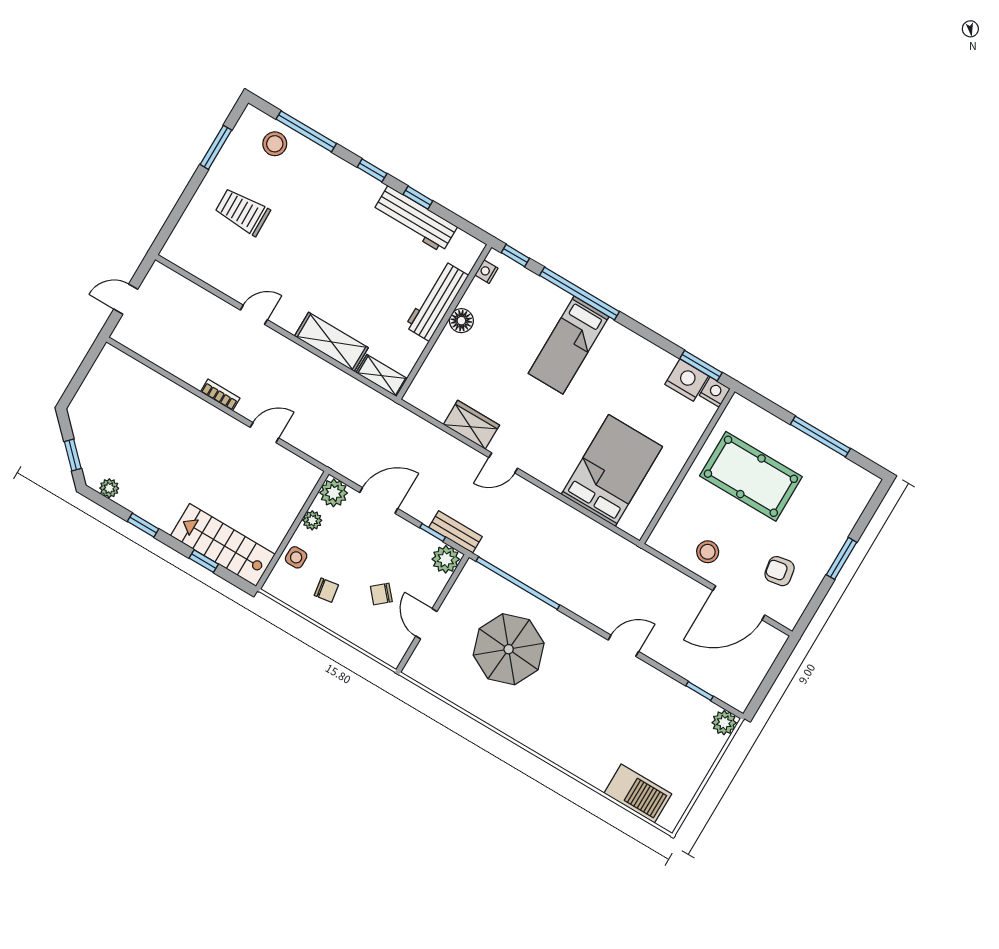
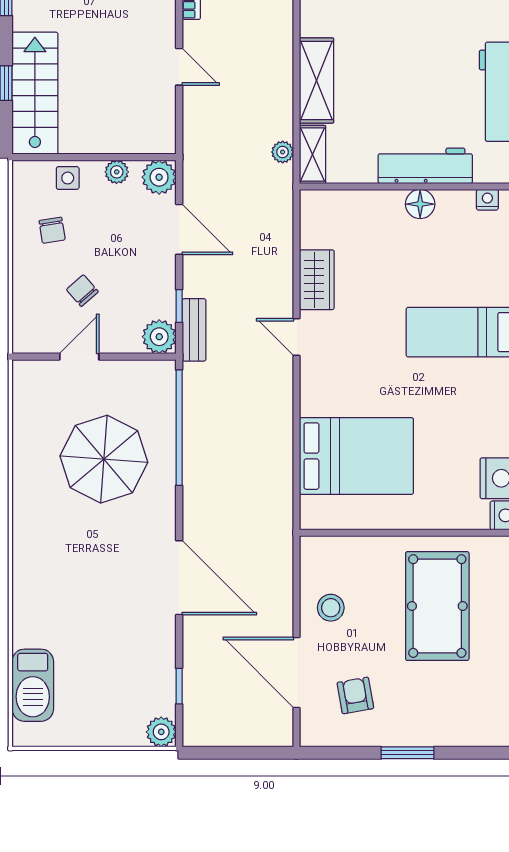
plant: (367, 396) -> (283, 152), added
door: (623, 646) -> (179, 578), width x1.87

